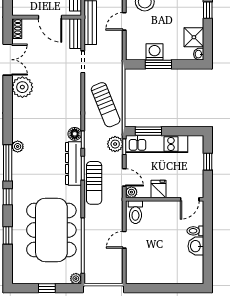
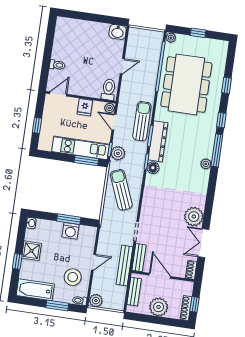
shower: (194, 37) -> (31, 251), moved
washbasin: (196, 246) -> (118, 32), moved, turned 90

